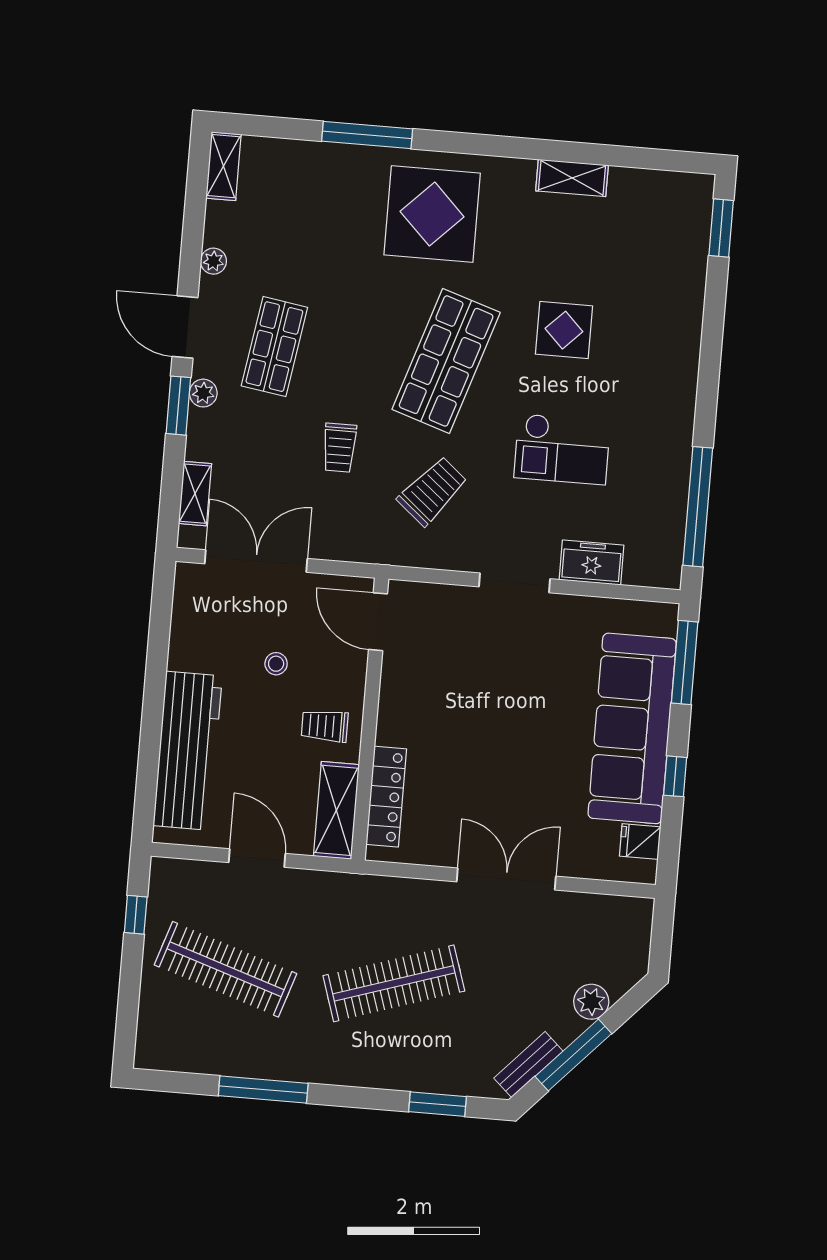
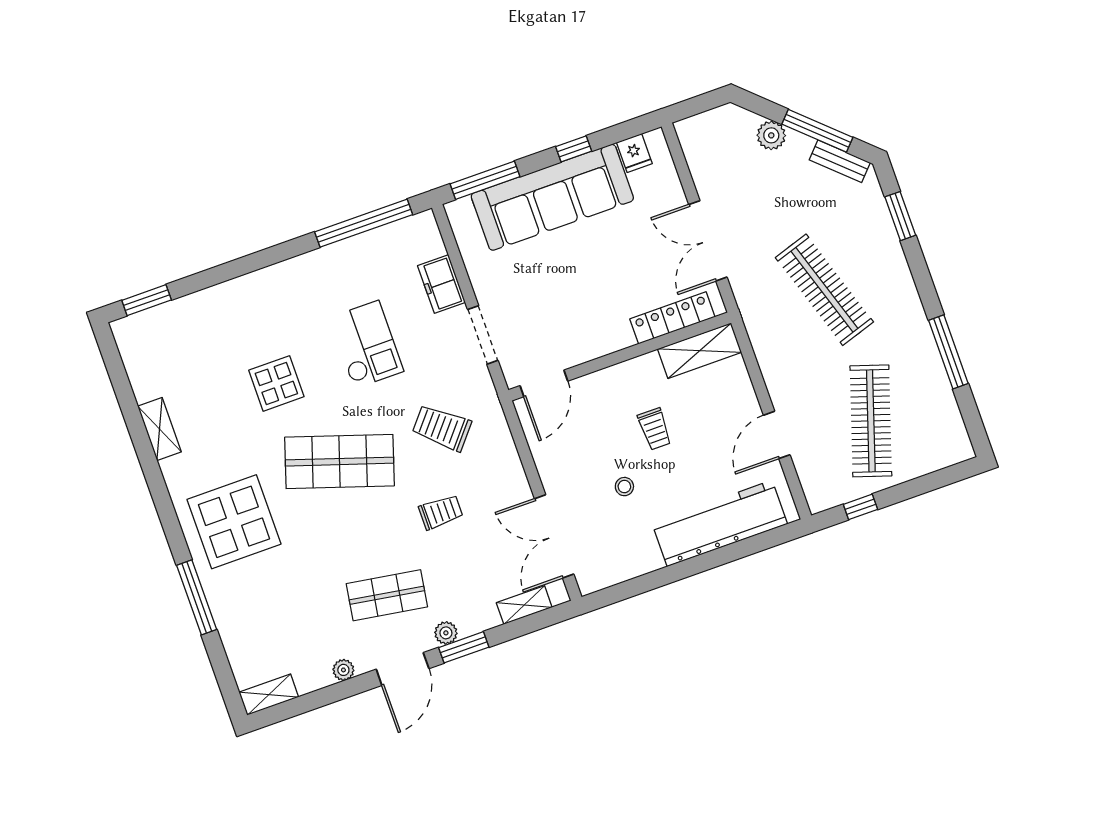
door: (378, 622) -> (544, 383), moved
wall: (370, 719) -> (620, 357), moved
locker: (386, 797) -> (672, 318), moved
shelving: (336, 810) -> (700, 351), moved

